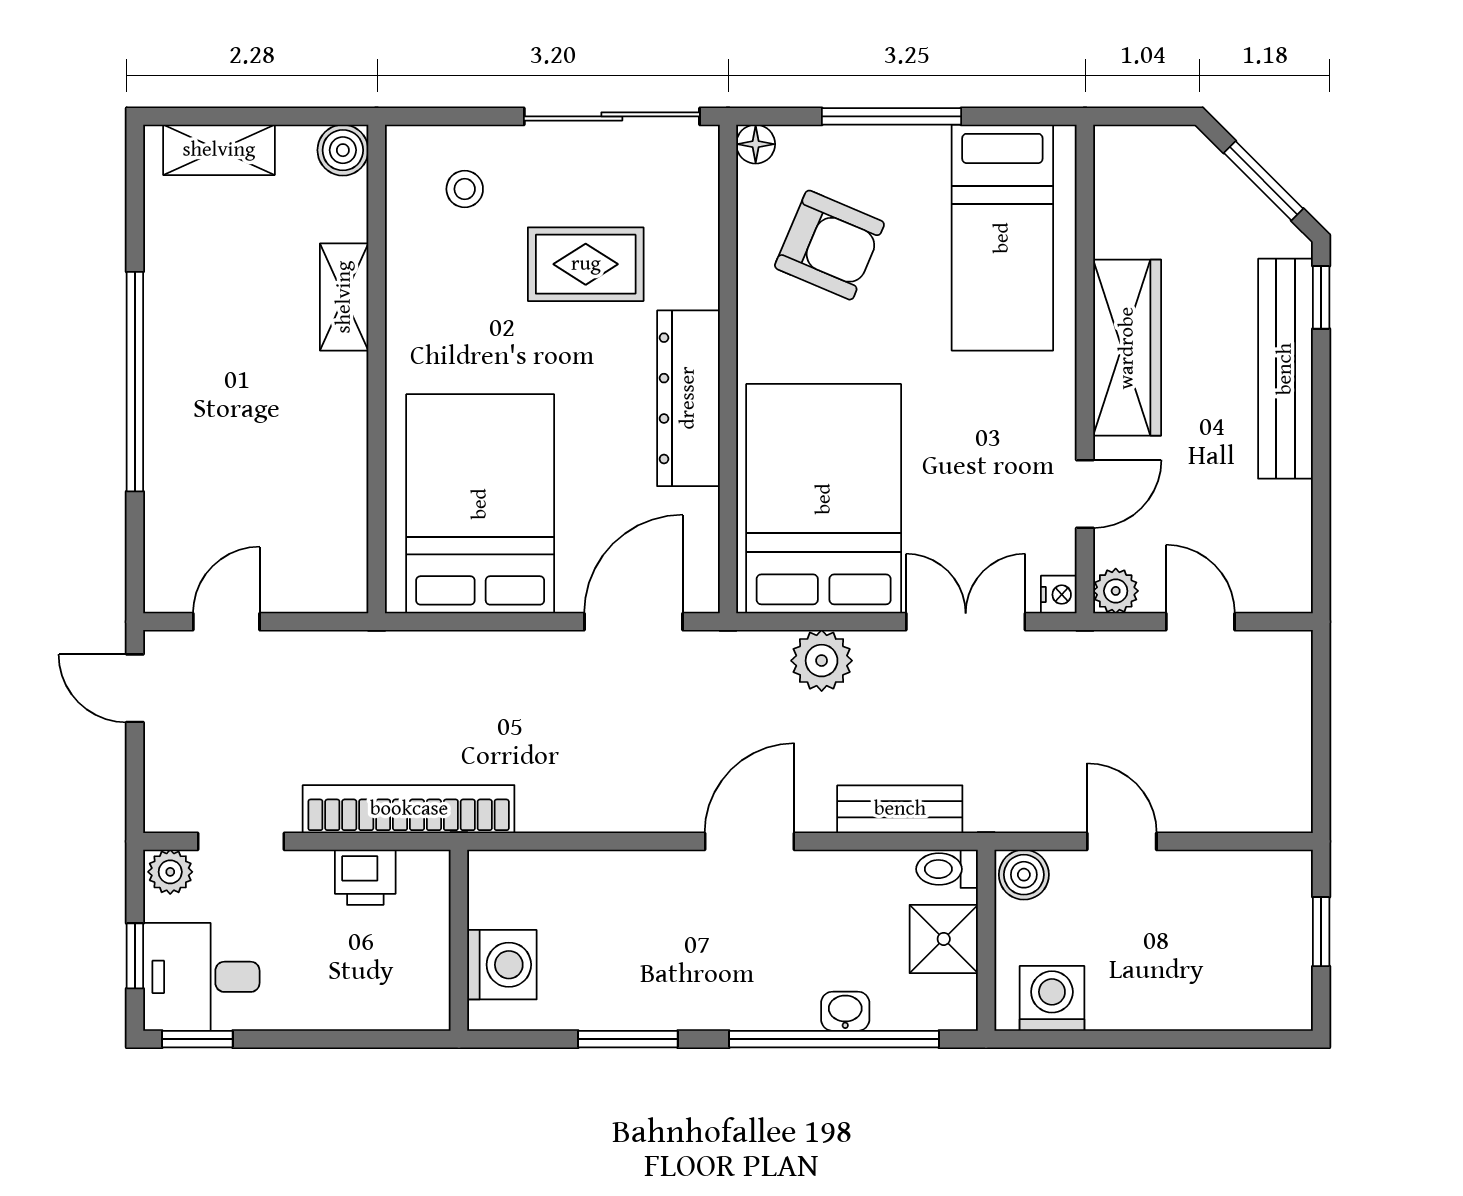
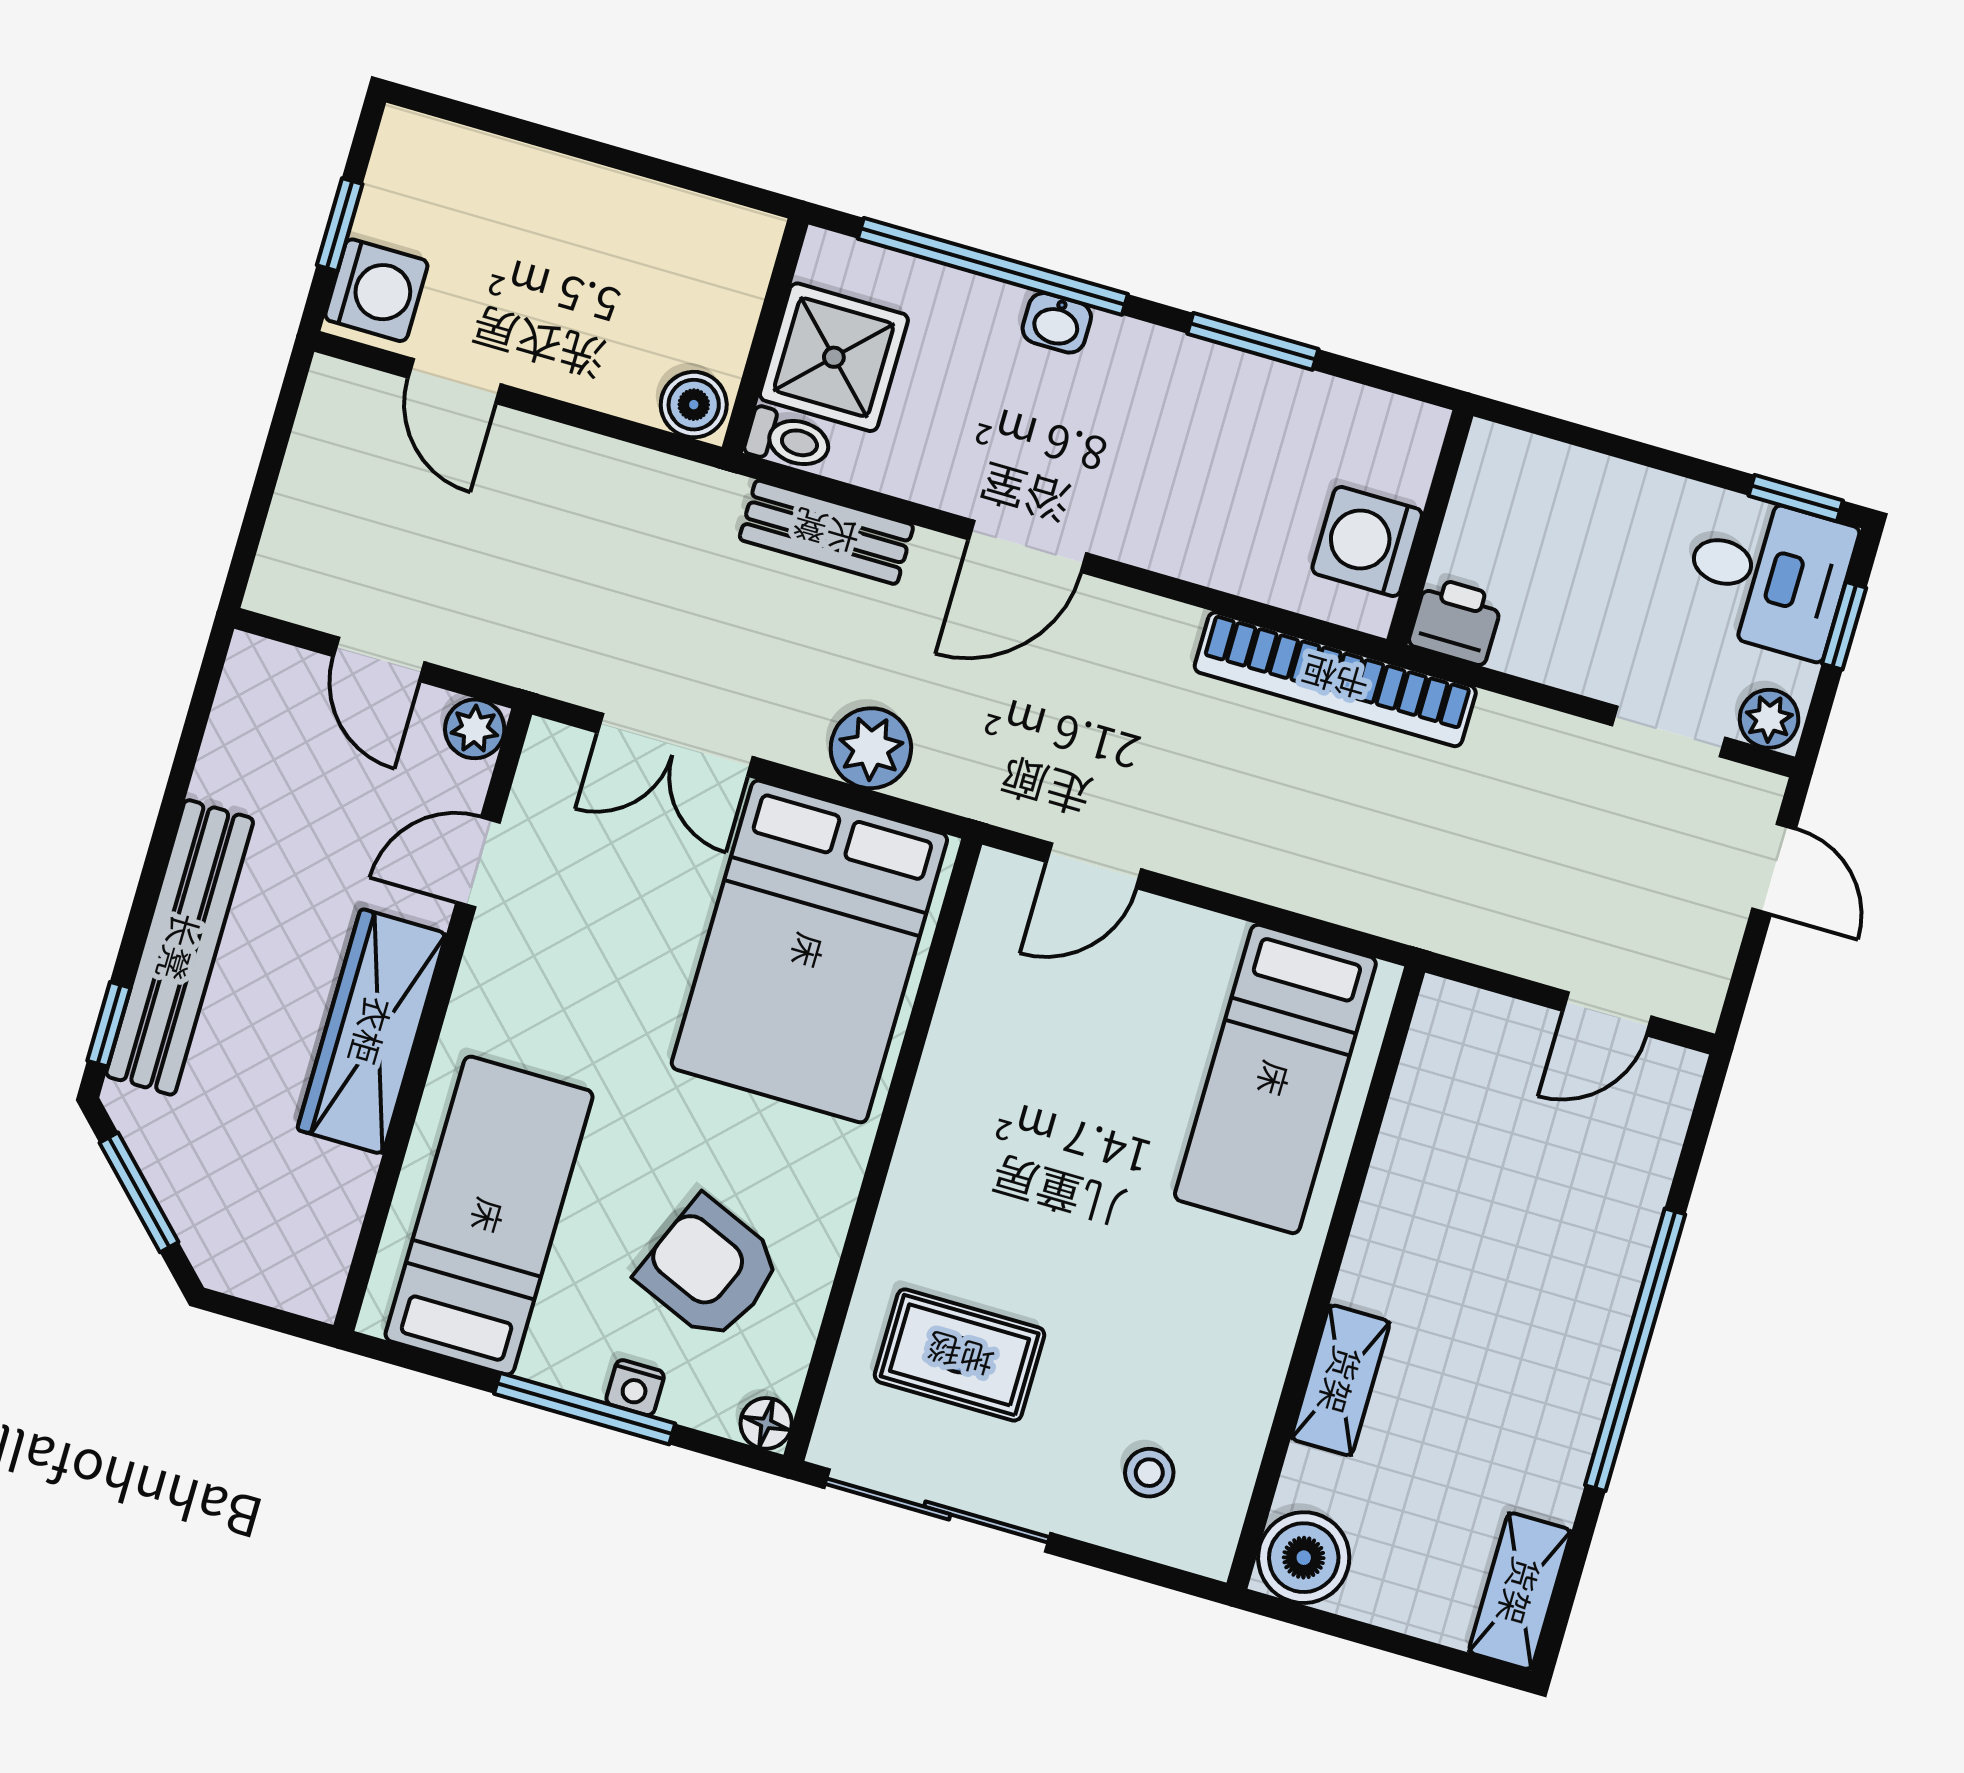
shelving: (219, 150) -> (1520, 1591), moved, turned 90
boiler: (343, 150) -> (1304, 1558), width x1.36, depth x1.36
rug: (586, 264) -> (960, 1355), moved
dresser: (688, 398) -> (943, 1127), removed
bed: (480, 504) -> (1275, 1079), width x0.67
nightstand: (1059, 595) -> (635, 1388), moved, turned -90
door: (633, 622) -> (1094, 866), width x0.73
door: (135, 688) -> (1774, 869), moved
bookcase: (409, 809) -> (1335, 679), moved
door: (1122, 841) -> (455, 381), moved
printer: (365, 877) -> (1456, 621), moved
shower: (944, 939) -> (834, 357), width x1.36, depth x1.36
washing machine: (502, 965) -> (1367, 541), moved
washing machine: (1052, 998) -> (376, 290), moved, turned -90
washbasin: (845, 1011) -> (1057, 323), moved

